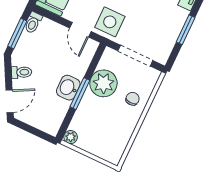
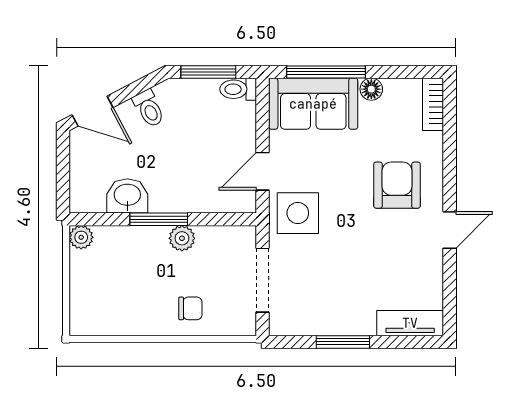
plant: (103, 83) -> (182, 238), width x0.53, depth x0.53
washbasin: (68, 88) -> (127, 196), moved

